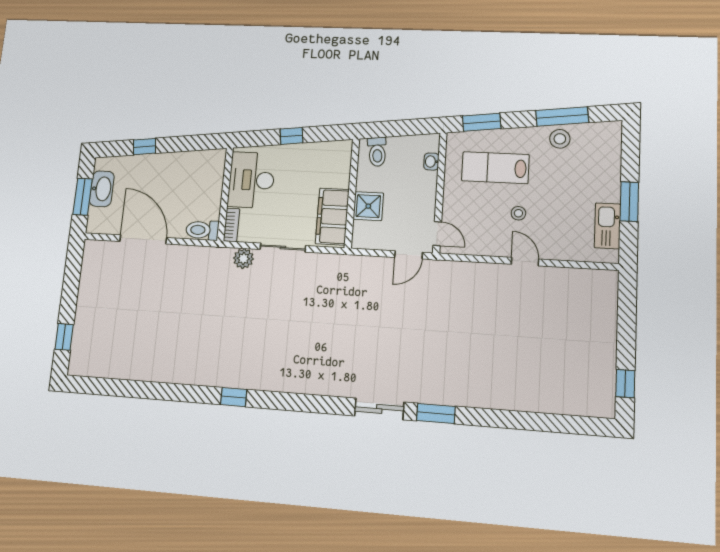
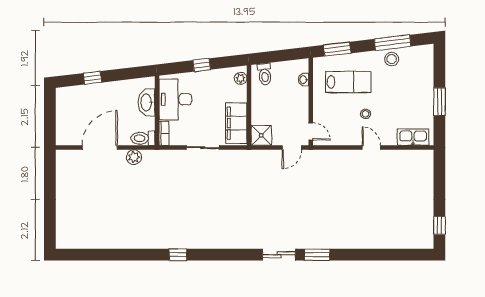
plant: (343, 156) -> (241, 78), added
lab bench: (495, 168) -> (348, 82), turned 180
washbasin: (102, 189) -> (147, 102), moved, turned 180
window: (83, 197) -> (50, 118), removed
shower: (368, 206) -> (261, 135), moved
kitchen sink: (607, 226) -> (413, 137), moved, turned 90
door: (143, 239) -> (100, 148), hinge flipped
plant: (243, 259) -> (134, 157), moved
window: (64, 337) -> (50, 222), removed

